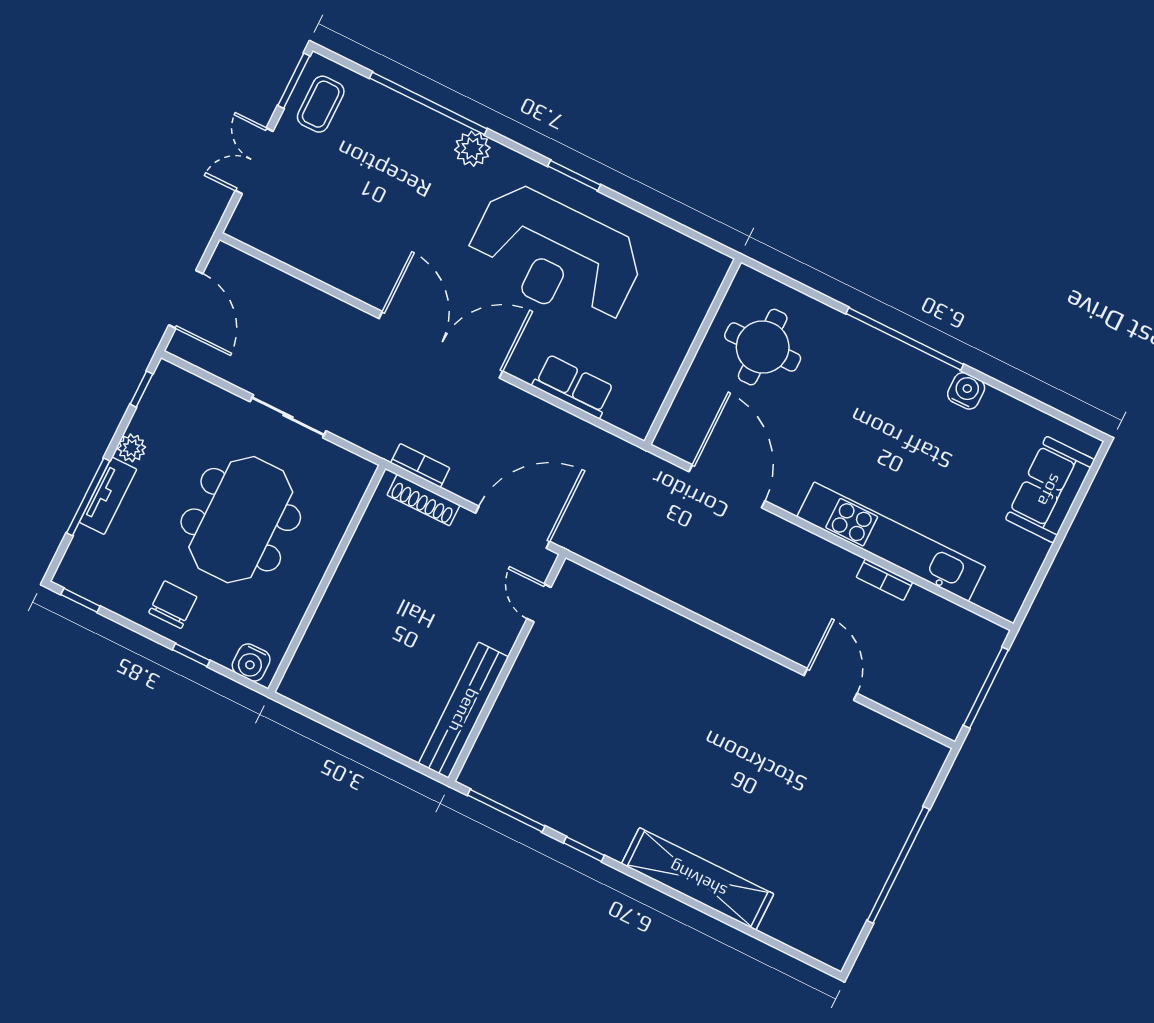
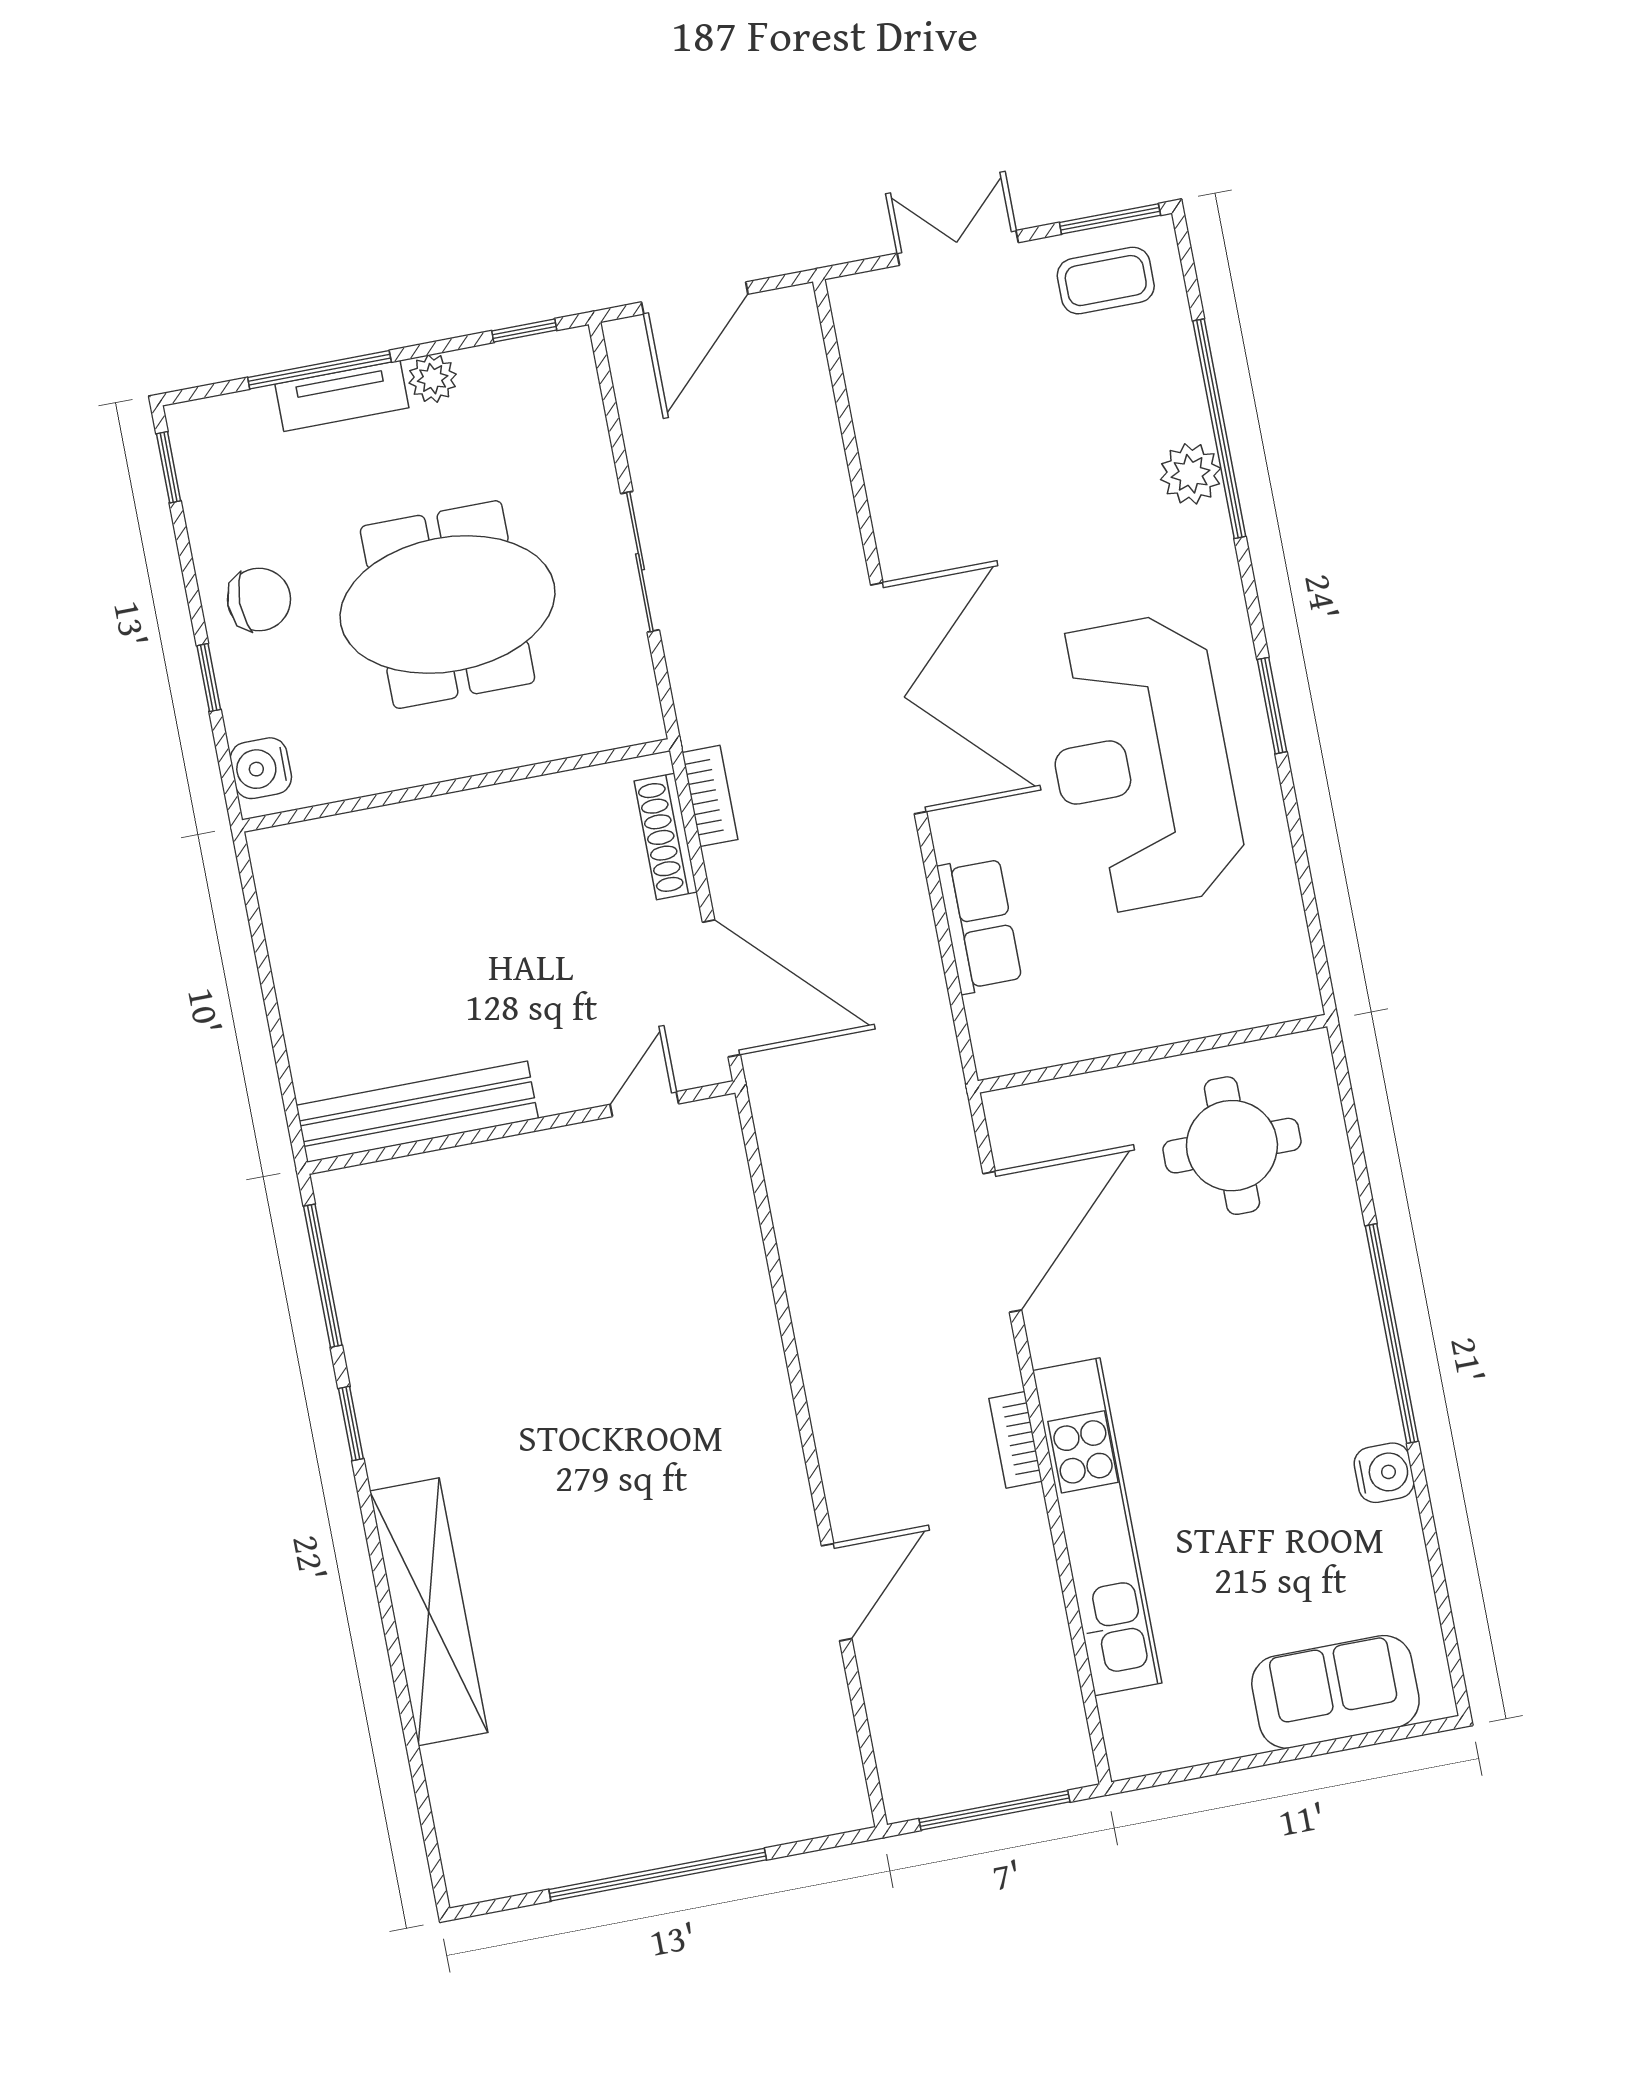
plant: (472, 149) -> (1191, 474), moved
bookcase: (885, 580) -> (1016, 1440), moved

